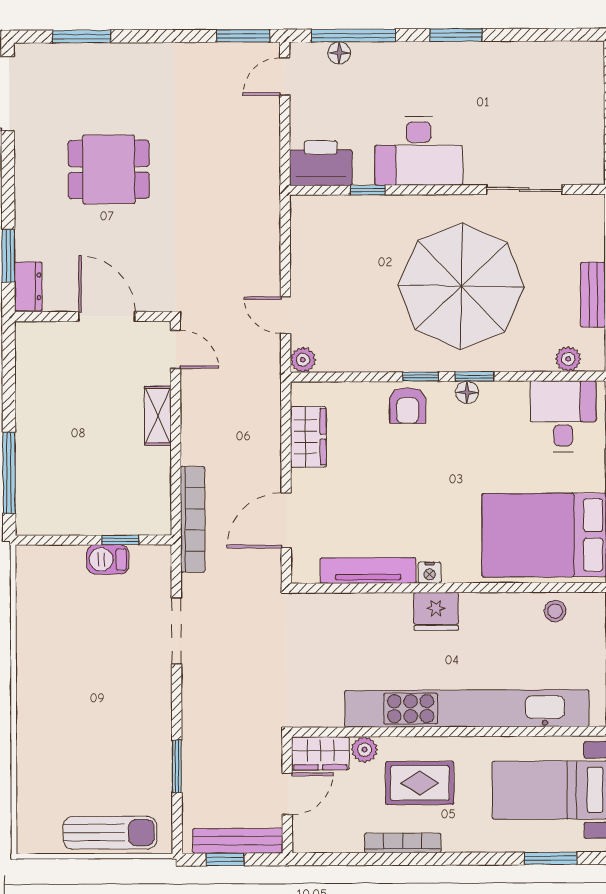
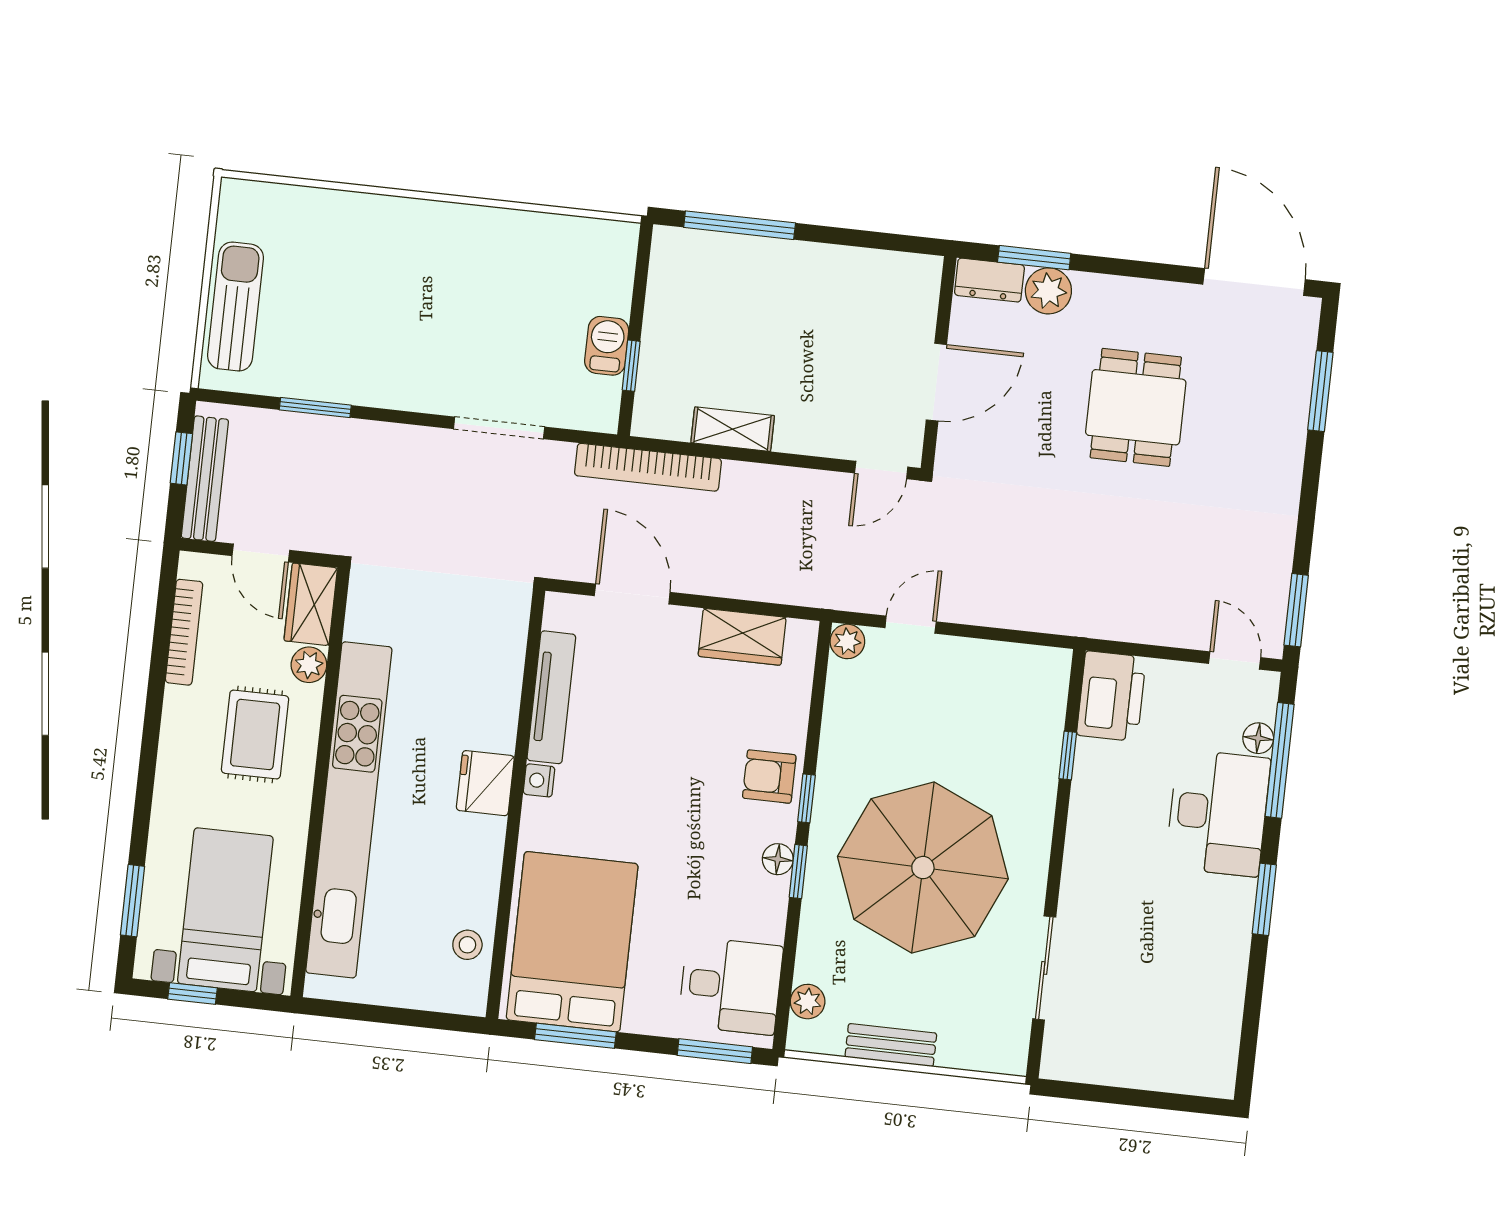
desk: (419, 151) -> (1218, 813), moved, turned 180
plant: (31, 243) -> (1048, 291), added
shelving: (158, 416) -> (733, 429), moved
sun lounger: (110, 833) -> (235, 307), turned 180
bookcase: (403, 843) -> (184, 632), moved

